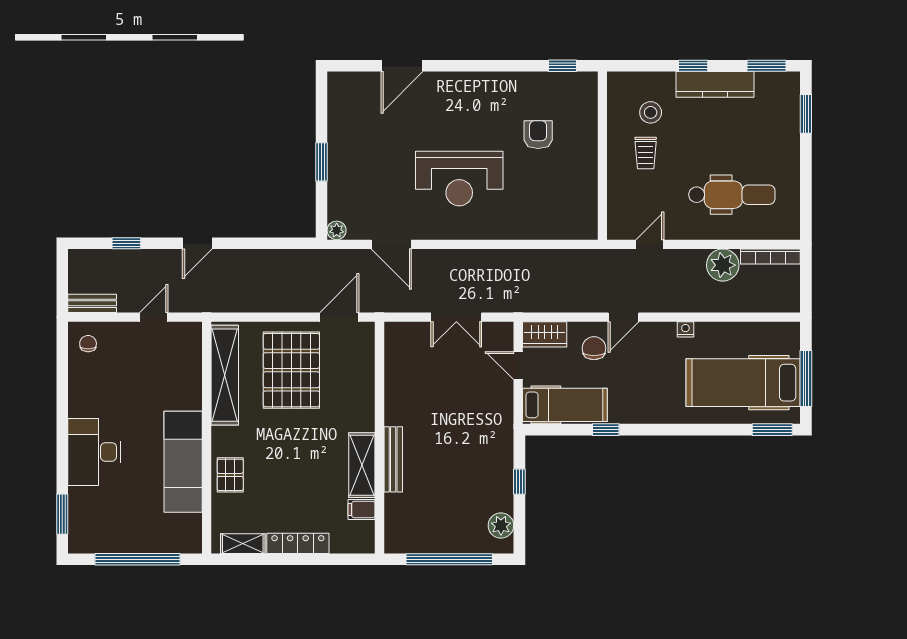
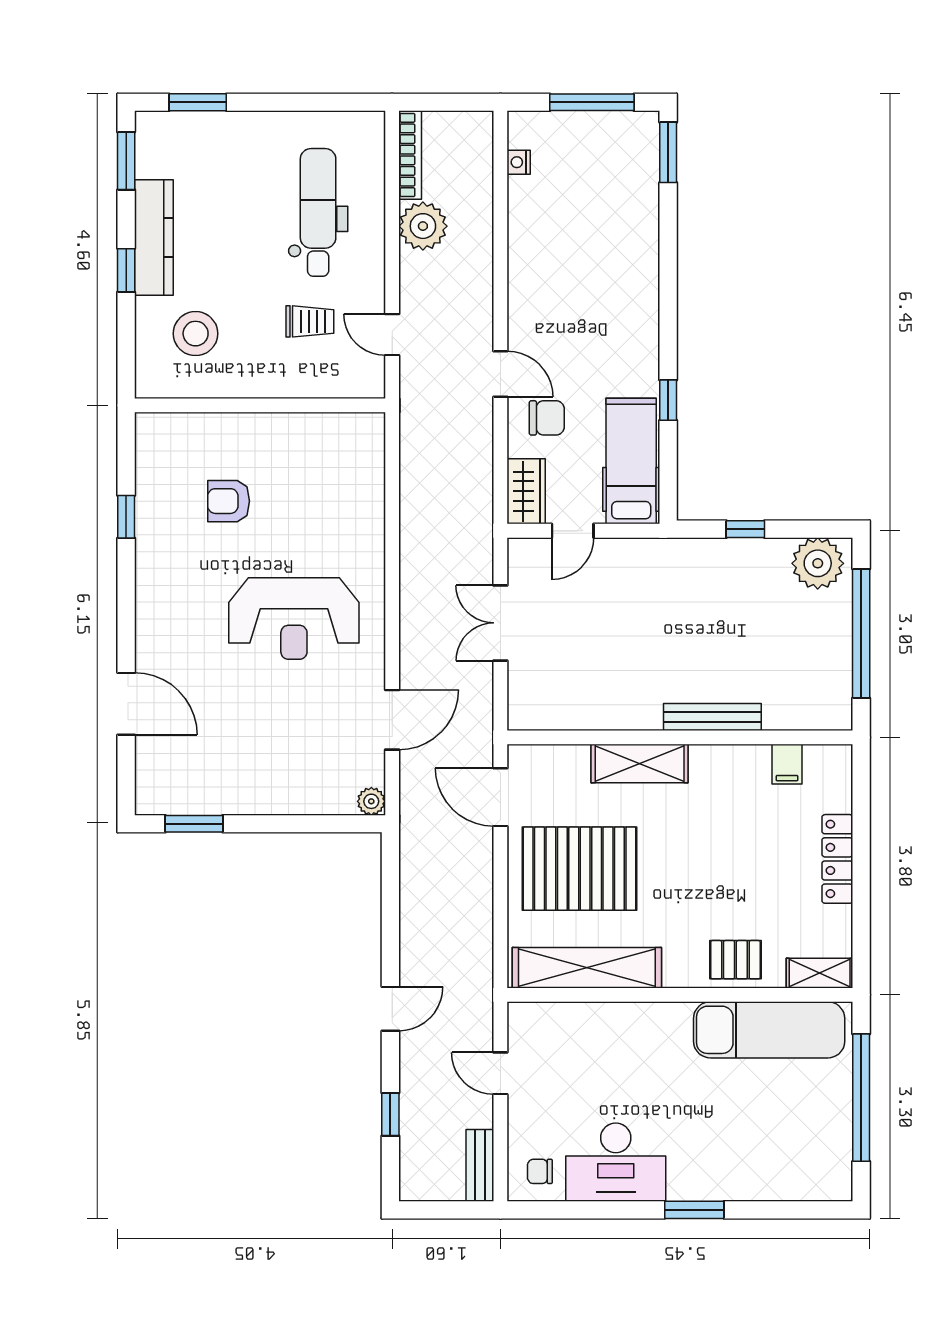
window: (563, 66) -> (126, 517), moved
stool: (651, 112) -> (196, 334), width x1.38, depth x1.38
trolley: (646, 153) -> (310, 321), moved
window: (321, 162) -> (194, 824), moved
reception desk: (459, 178) -> (294, 619), turned 90
door: (197, 243) -> (390, 1009), hinge flipped
double door: (456, 317) -> (500, 623), swing flipped
nightstand: (685, 329) -> (519, 162), moved
chair: (594, 348) -> (547, 418), turned 180
hospital bed: (743, 383) -> (598, 196), removed
desk: (94, 452) -> (616, 1162), moved
exam couch: (183, 462) -> (769, 1030), moved
shelving: (362, 465) -> (640, 763), moved
window: (62, 514) -> (694, 1210), moved
plant: (501, 526) -> (818, 563), width x1.36, depth x1.36
shelving: (243, 544) -> (820, 973), moved, turned 90

